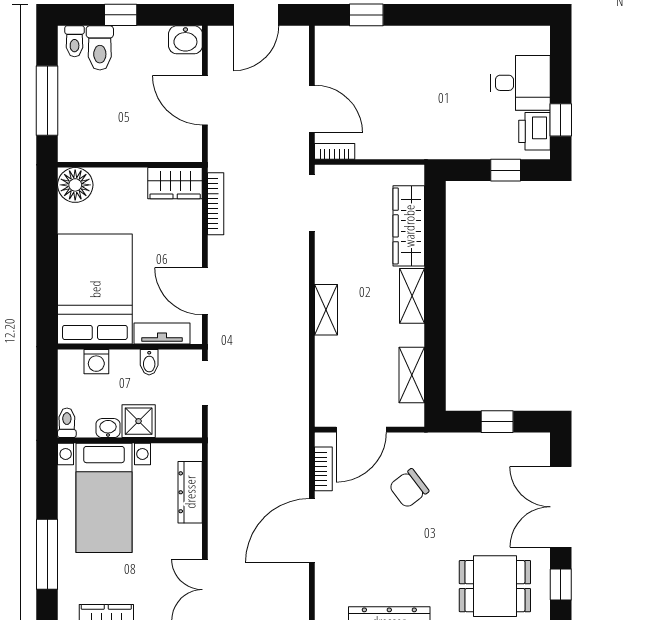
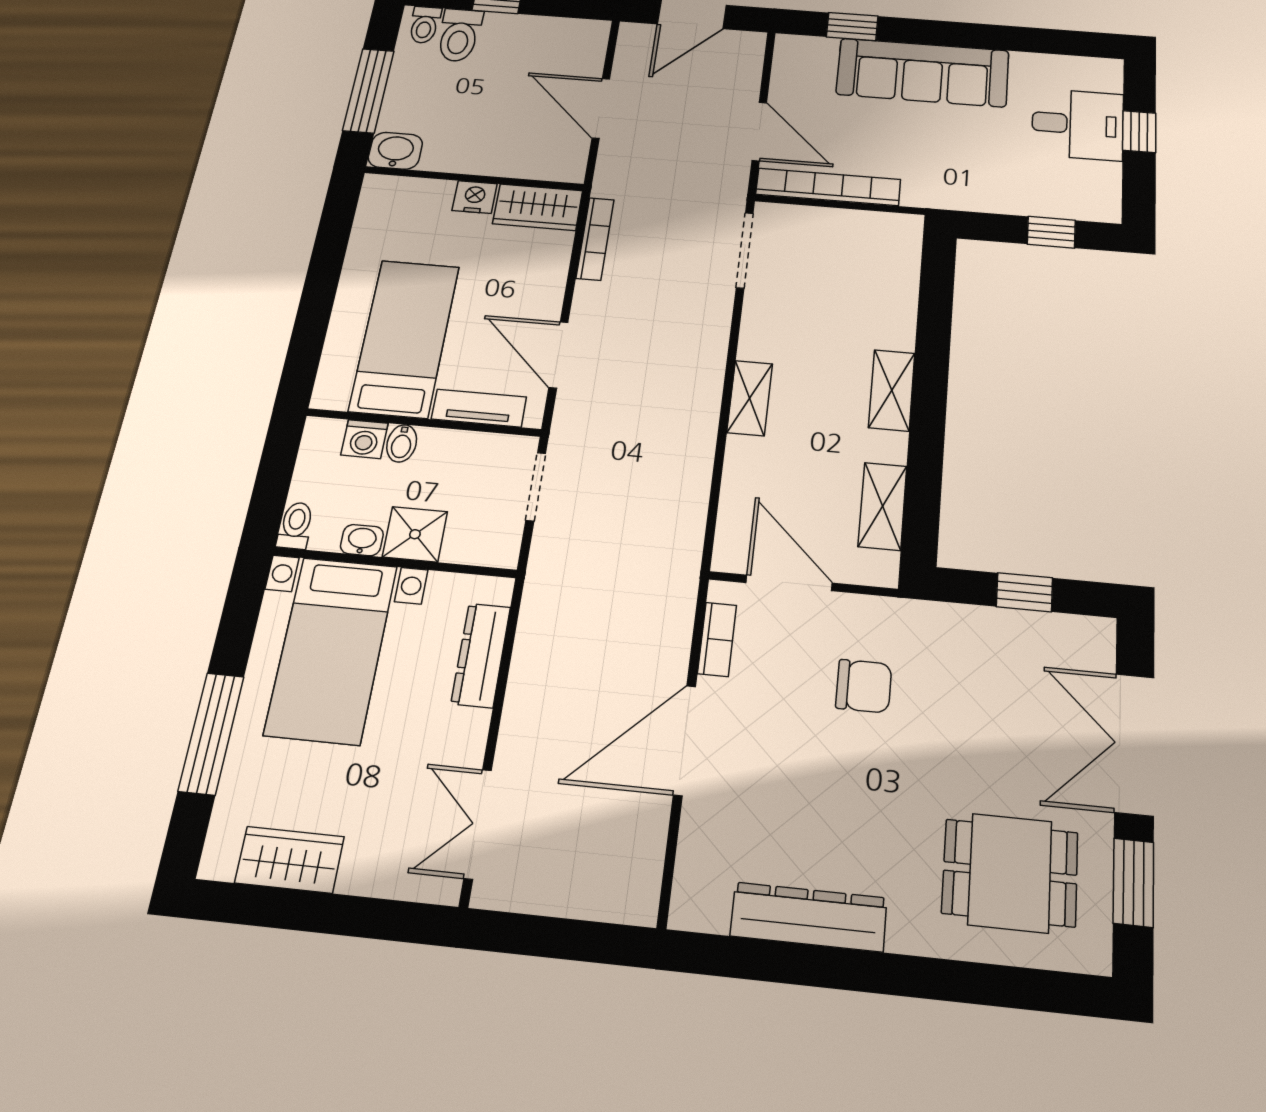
washbasin: (185, 40) -> (395, 151), moved, turned 180
sofa: (416, 50) -> (923, 72), added
window: (561, 120) -> (1139, 132), moved
printer: (534, 131) -> (1098, 186), removed
bookcase: (335, 151) -> (828, 187), width x2.31, depth x1.31
nightstand: (133, 179) -> (475, 197), added
floor lamp: (75, 185) -> (386, 197), removed
wardrobe: (409, 226) -> (894, 293), removed
bed: (95, 289) -> (404, 338), width x0.67
bidet: (149, 362) -> (402, 443), moved
door: (361, 430) -> (789, 583), swing flipped
chair: (409, 488) -> (864, 686), turned -143
window: (561, 584) -> (1133, 882), width x1.50

